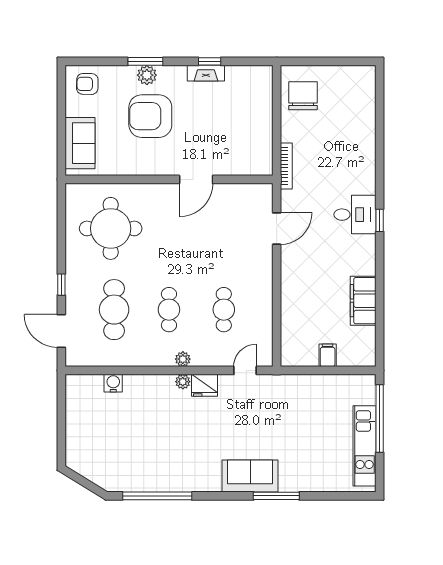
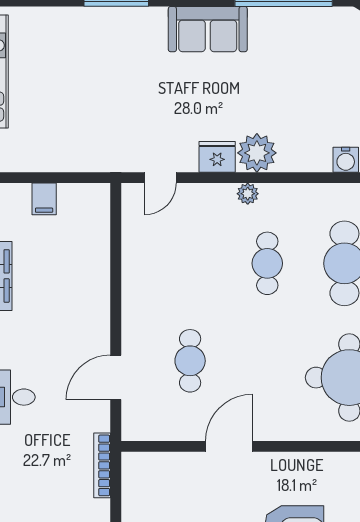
cafe table: (224, 310) -> (190, 361), moved
plant: (183, 382) -> (257, 153), width x1.87, depth x1.87
sofa: (250, 476) -> (208, 29), moved

